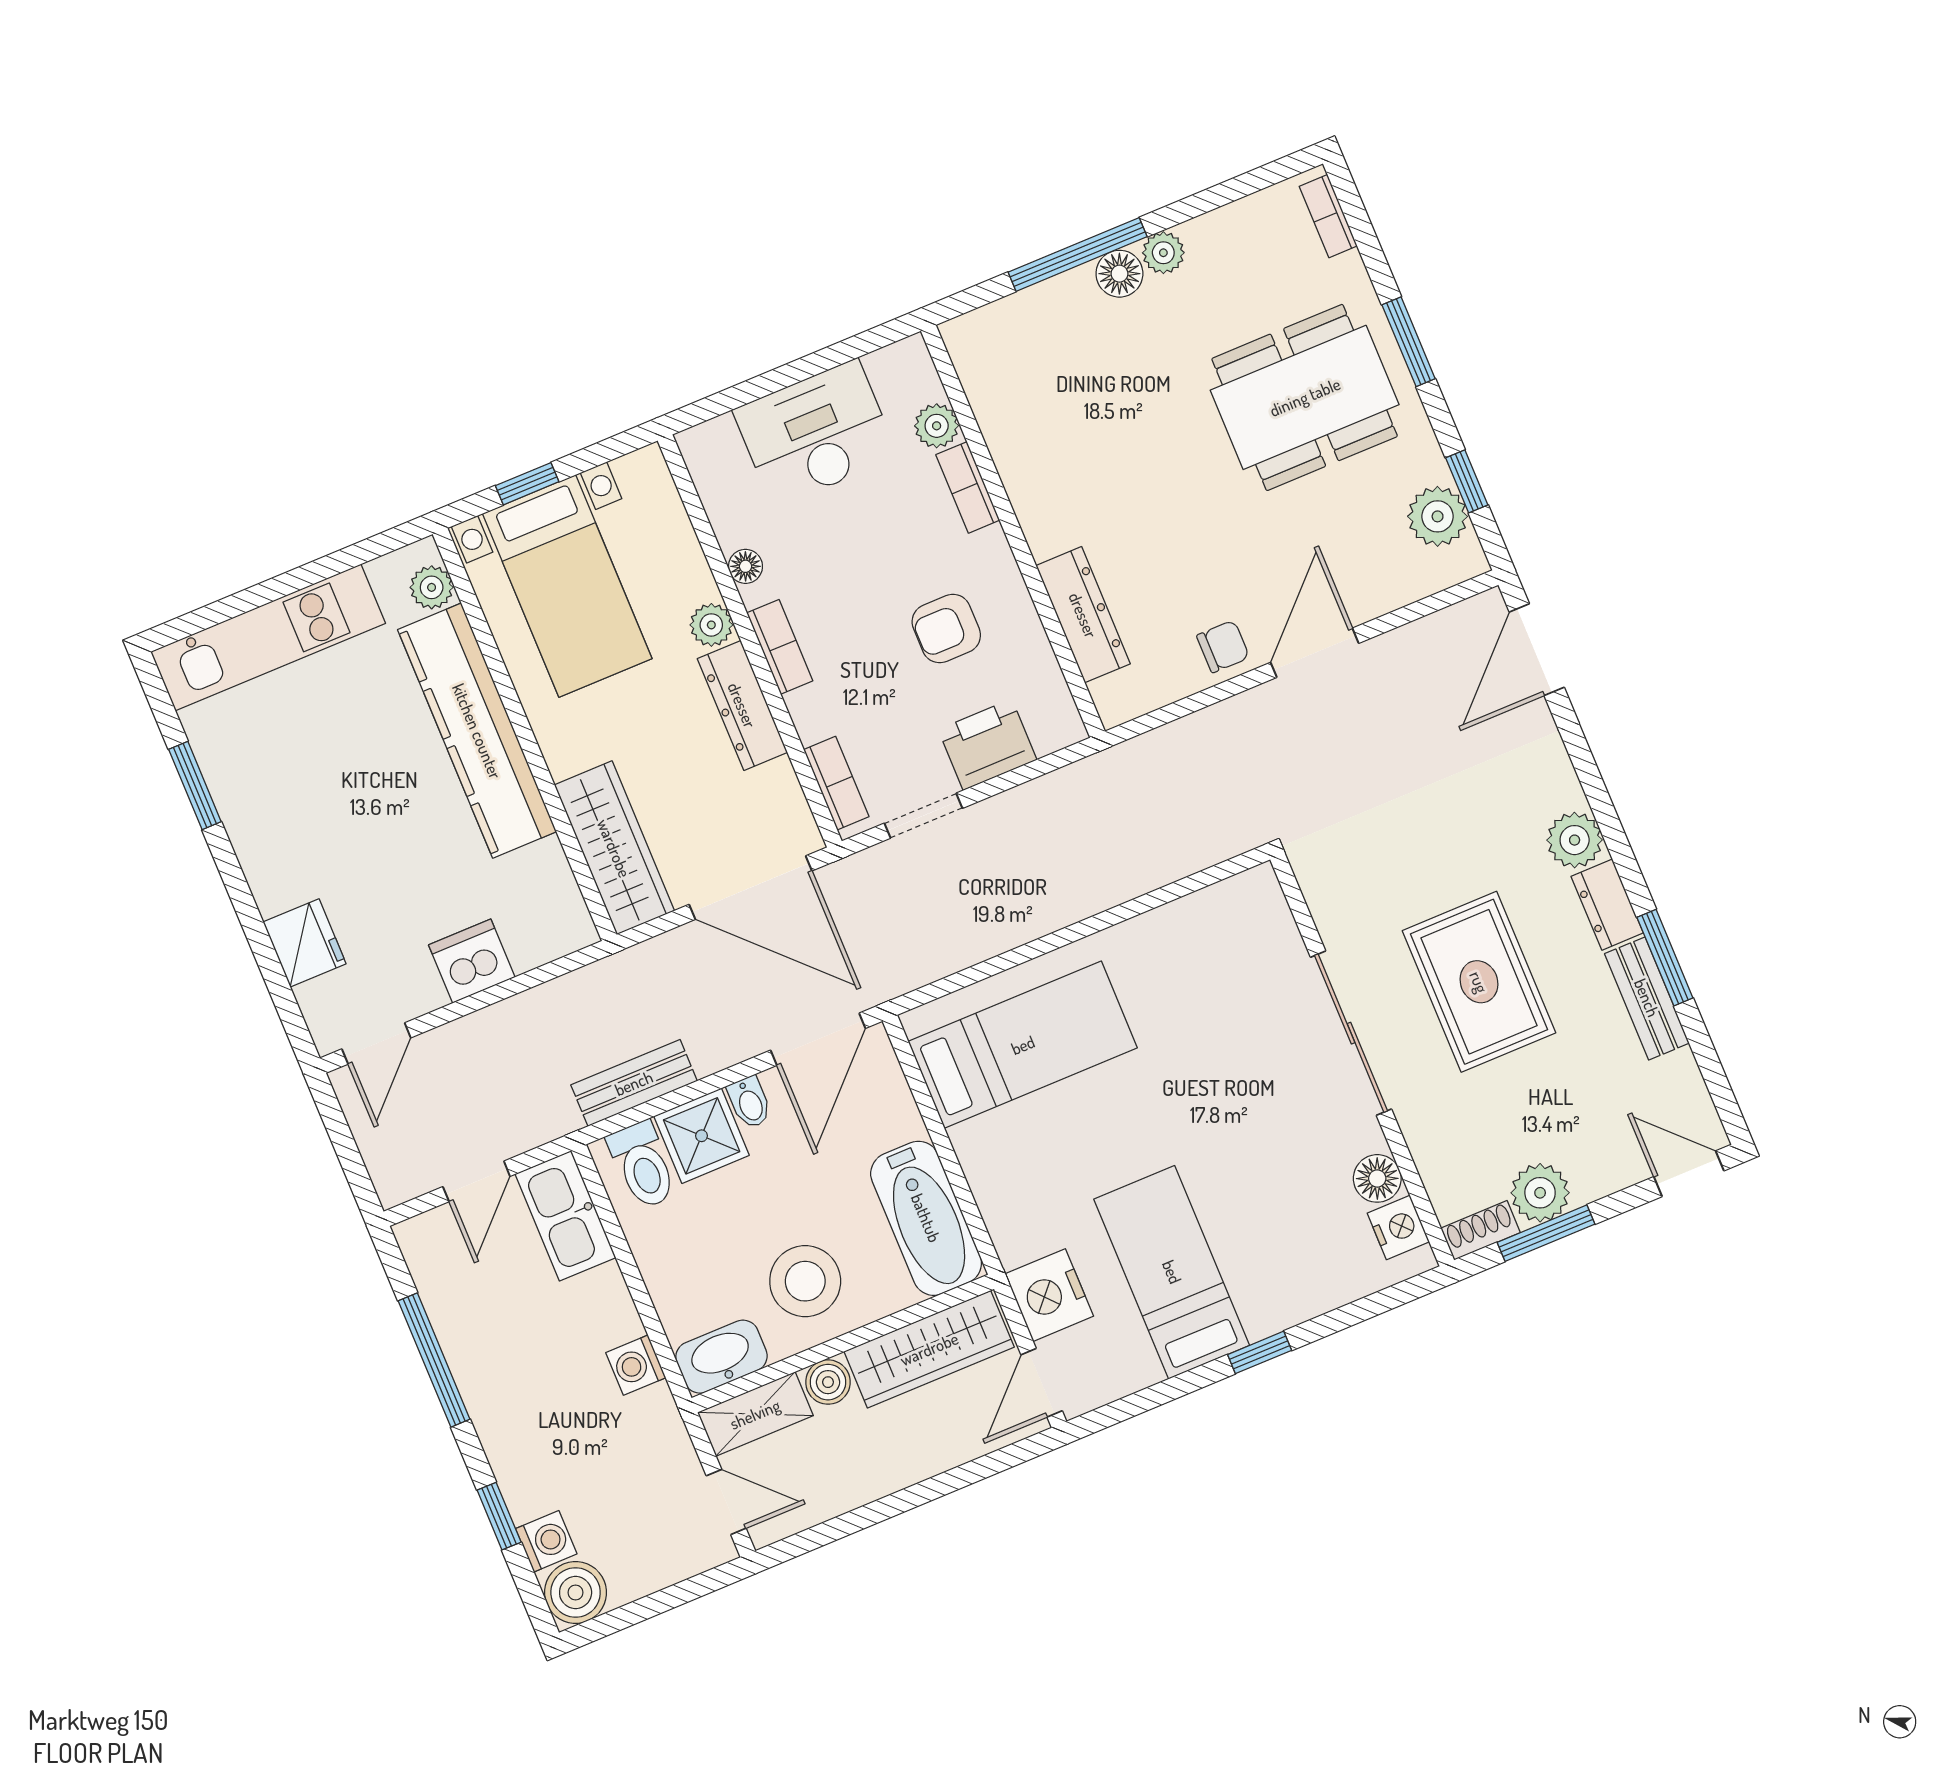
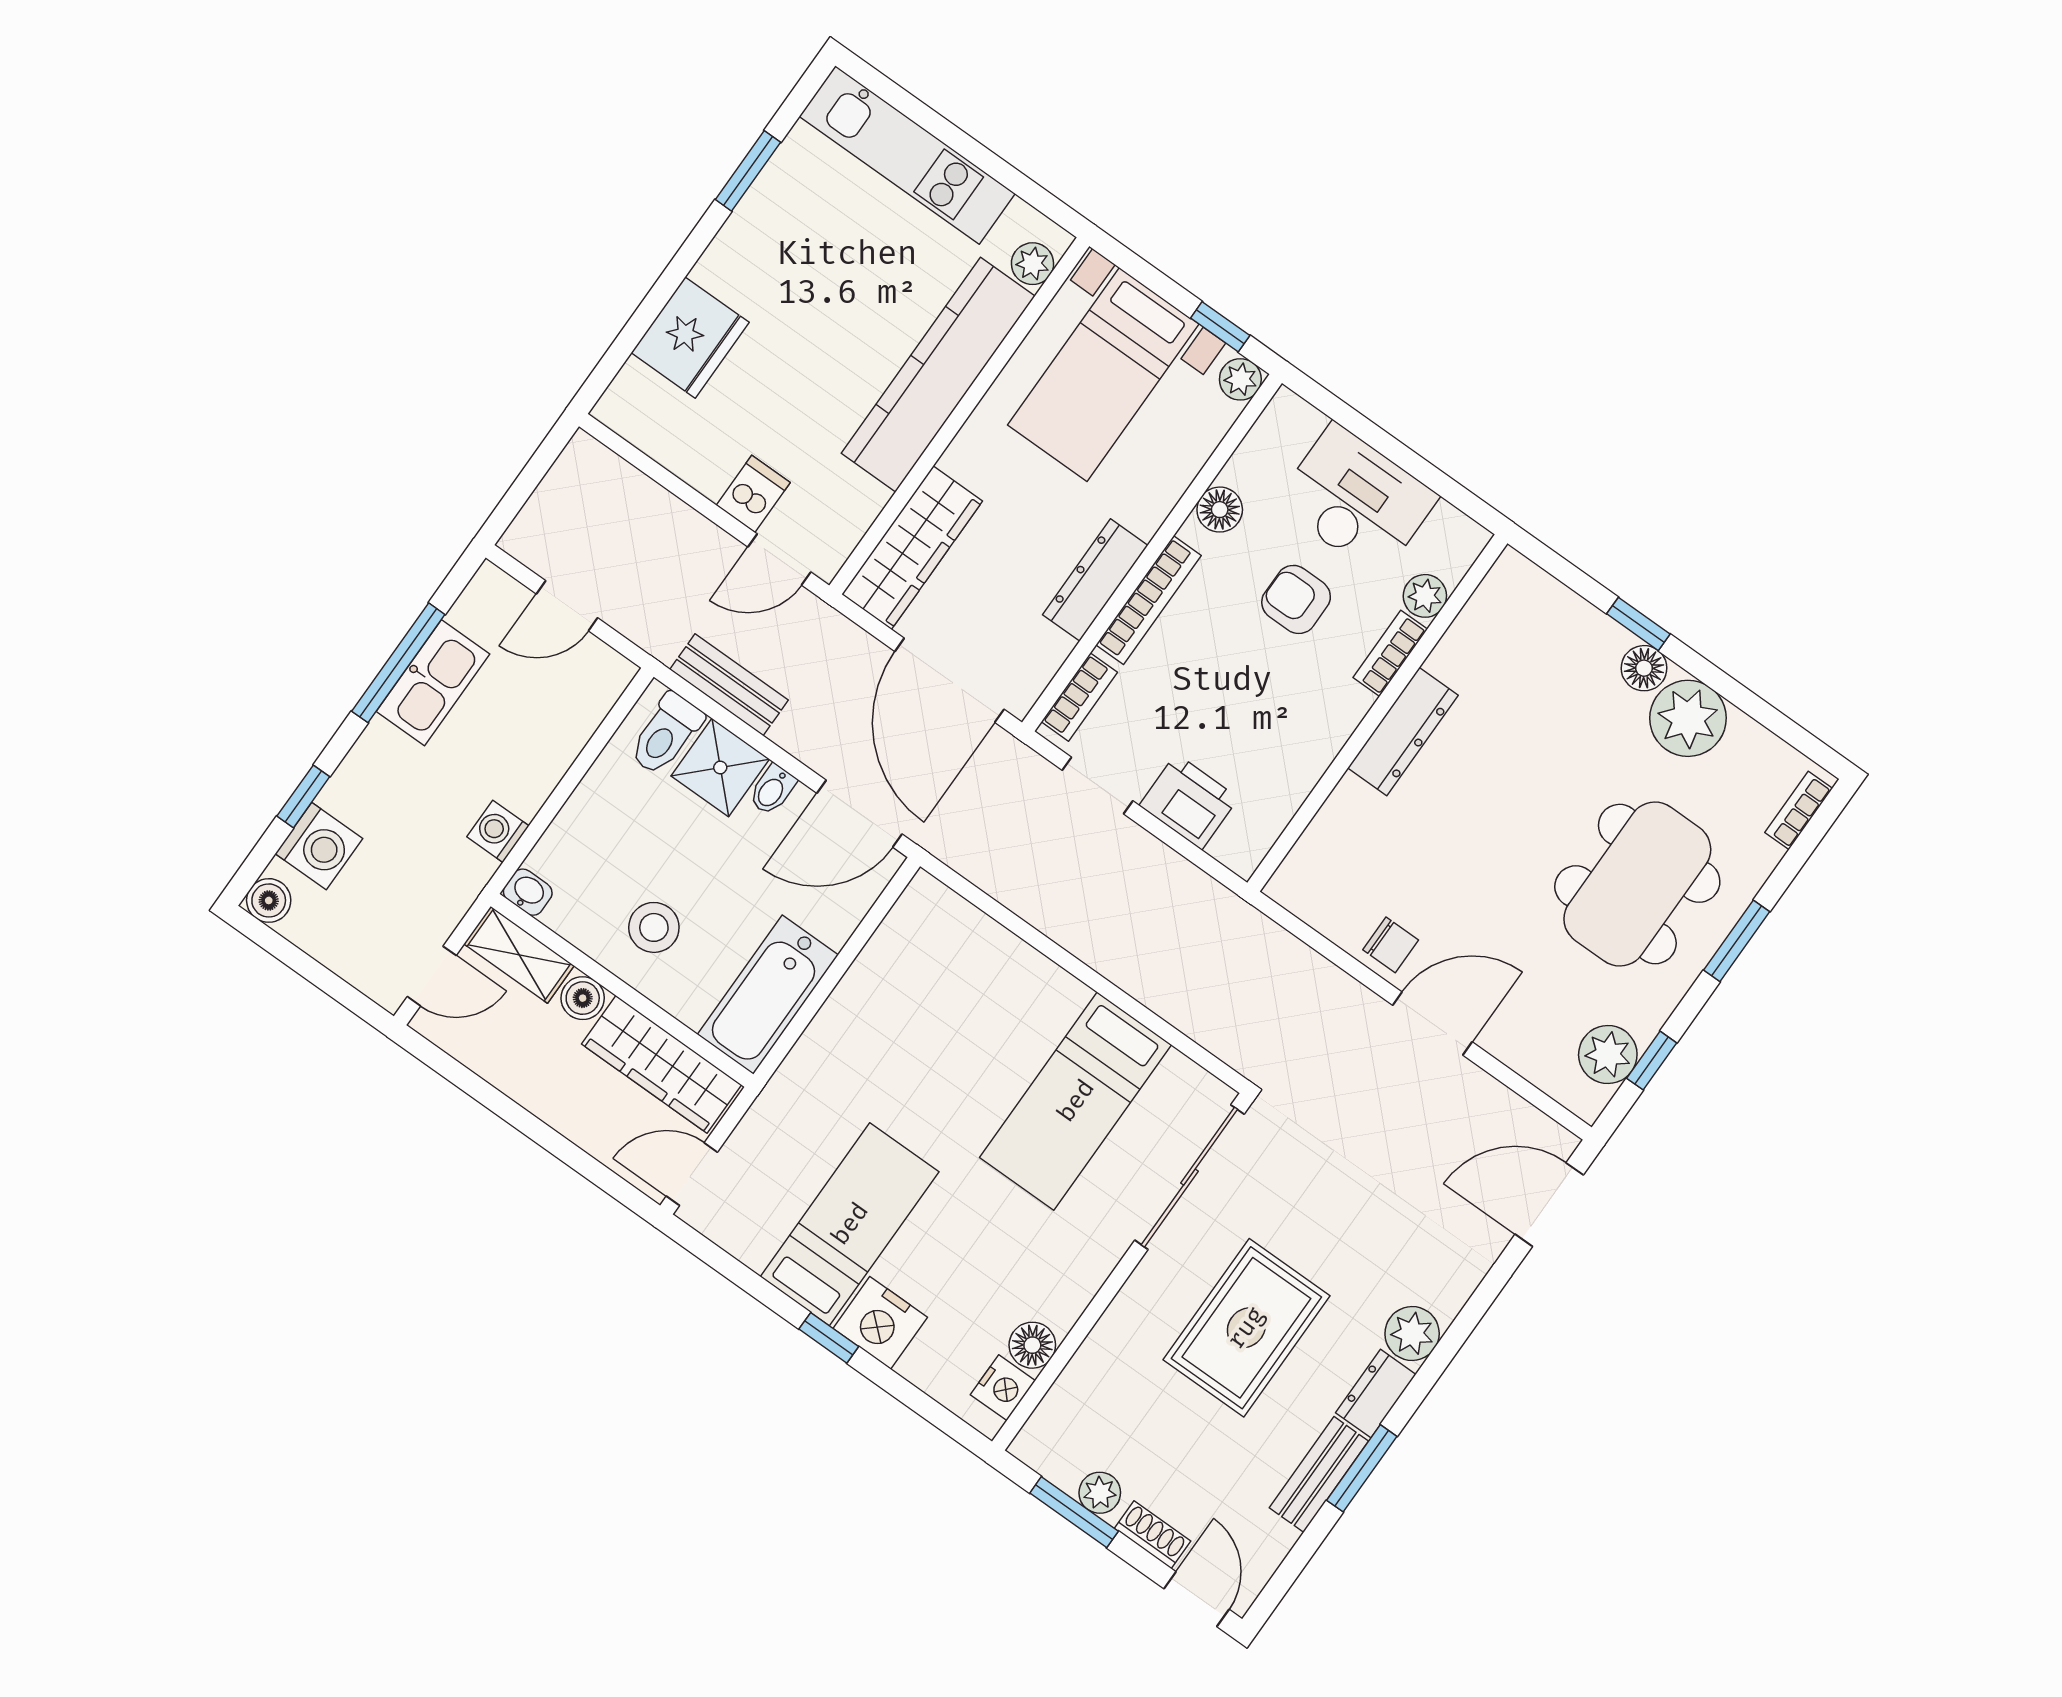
plant: (1163, 253) -> (1688, 718), width x1.88, depth x1.88
window: (1078, 254) -> (1638, 624), width x0.46
dining table: (1305, 397) -> (1637, 884), turned 90
window: (527, 484) -> (1220, 327), moved
floor lamp: (745, 566) -> (1220, 510), width x1.37, depth x1.37
dresser: (1083, 615) -> (1403, 732), moved
plant: (711, 625) -> (1240, 379), moved
armchair: (946, 629) -> (1296, 599), moved
bookcase: (780, 647) -> (1149, 600), width x1.56
fridge: (305, 943) -> (690, 338), width x1.36, depth x1.34
dishwasher: (472, 961) -> (753, 494), width x0.73
sliding door: (1351, 1033) -> (1189, 1177), moved
door: (376, 1043) -> (779, 559), moved
bed: (1023, 1045) -> (1076, 1101), moved, turned 90
plant: (1540, 1193) -> (1100, 1493), width x0.73, depth x0.73
kitchen sink: (565, 1216) -> (433, 683), moved, turned 180
shoe rack: (1480, 1230) -> (1153, 1535), moved
stool: (805, 1281) -> (654, 927), width x0.73, depth x0.73
nightstand: (1049, 1295) -> (880, 1323), moved, turned -90
washbasin: (721, 1357) -> (528, 892), width x0.52, depth x0.69
door: (726, 1502) -> (432, 976), hinge flipped
washing machine: (546, 1541) -> (319, 846), width x1.38, depth x1.38
boiler: (576, 1593) -> (269, 900), width x0.73, depth x0.73

